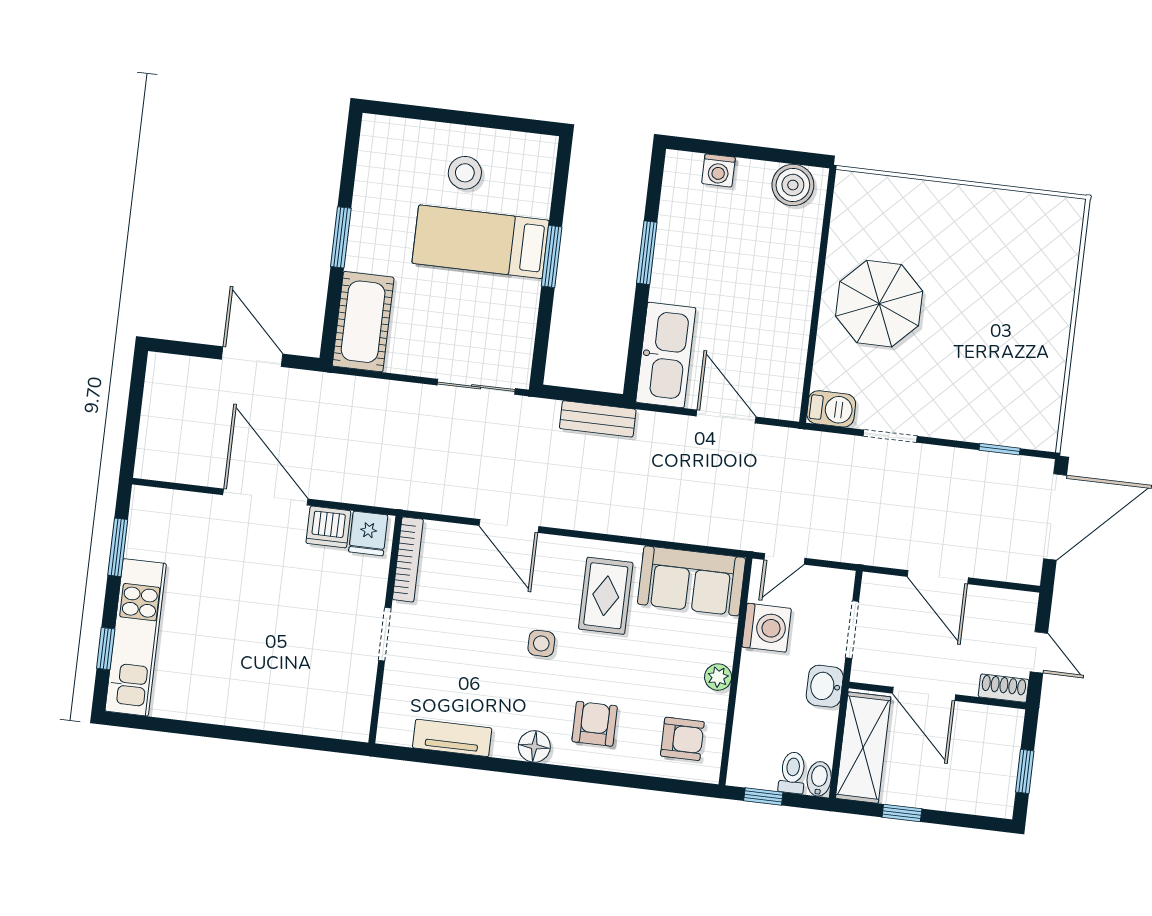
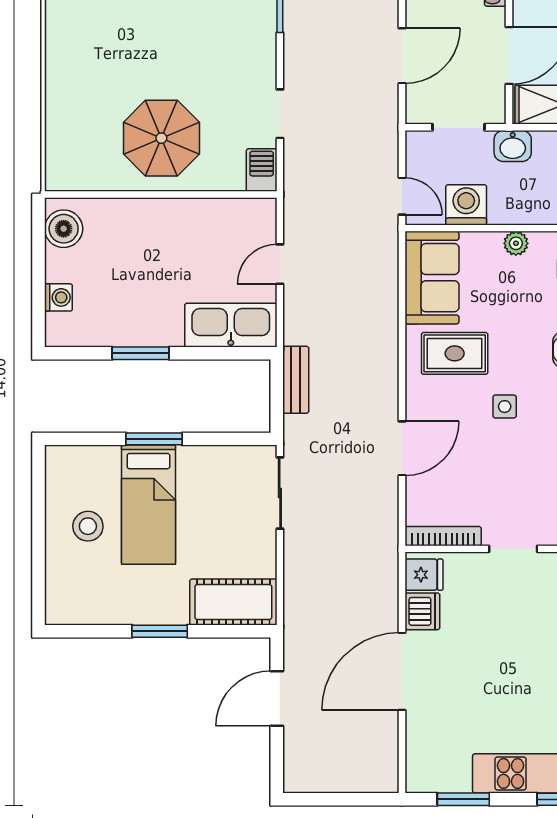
door: (726, 417) -> (280, 264), width x0.73

